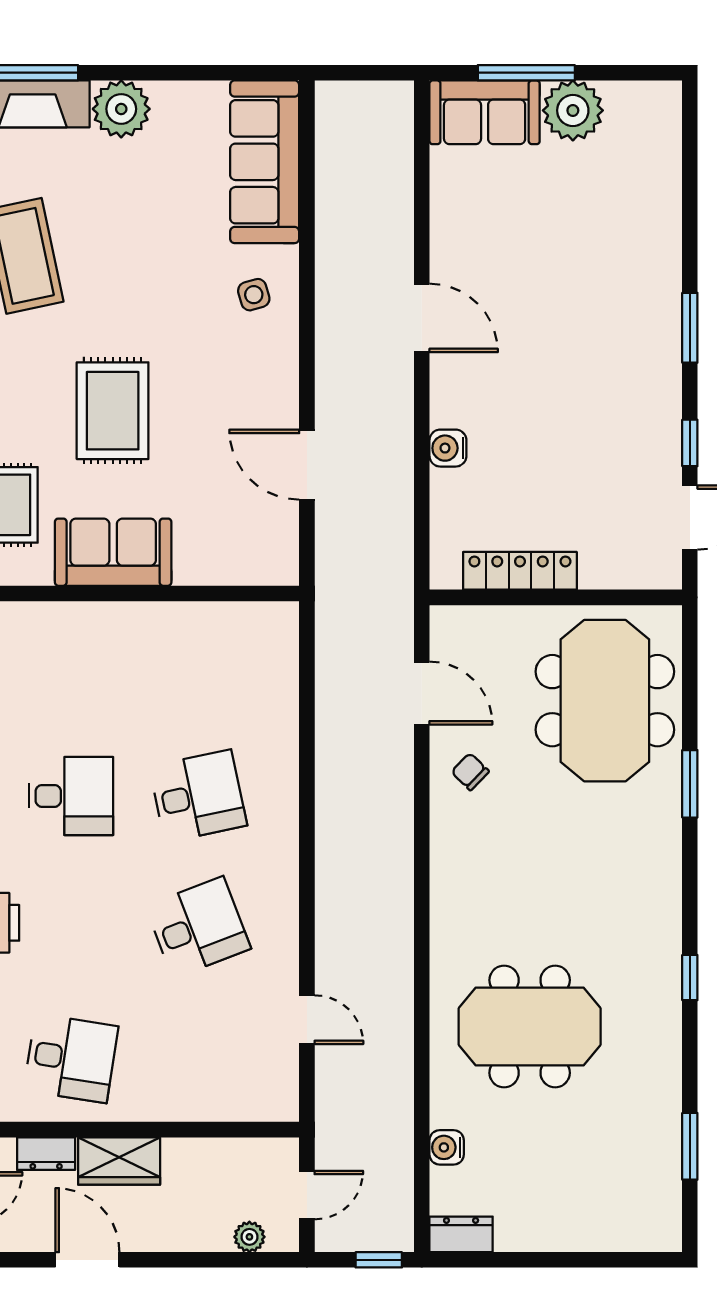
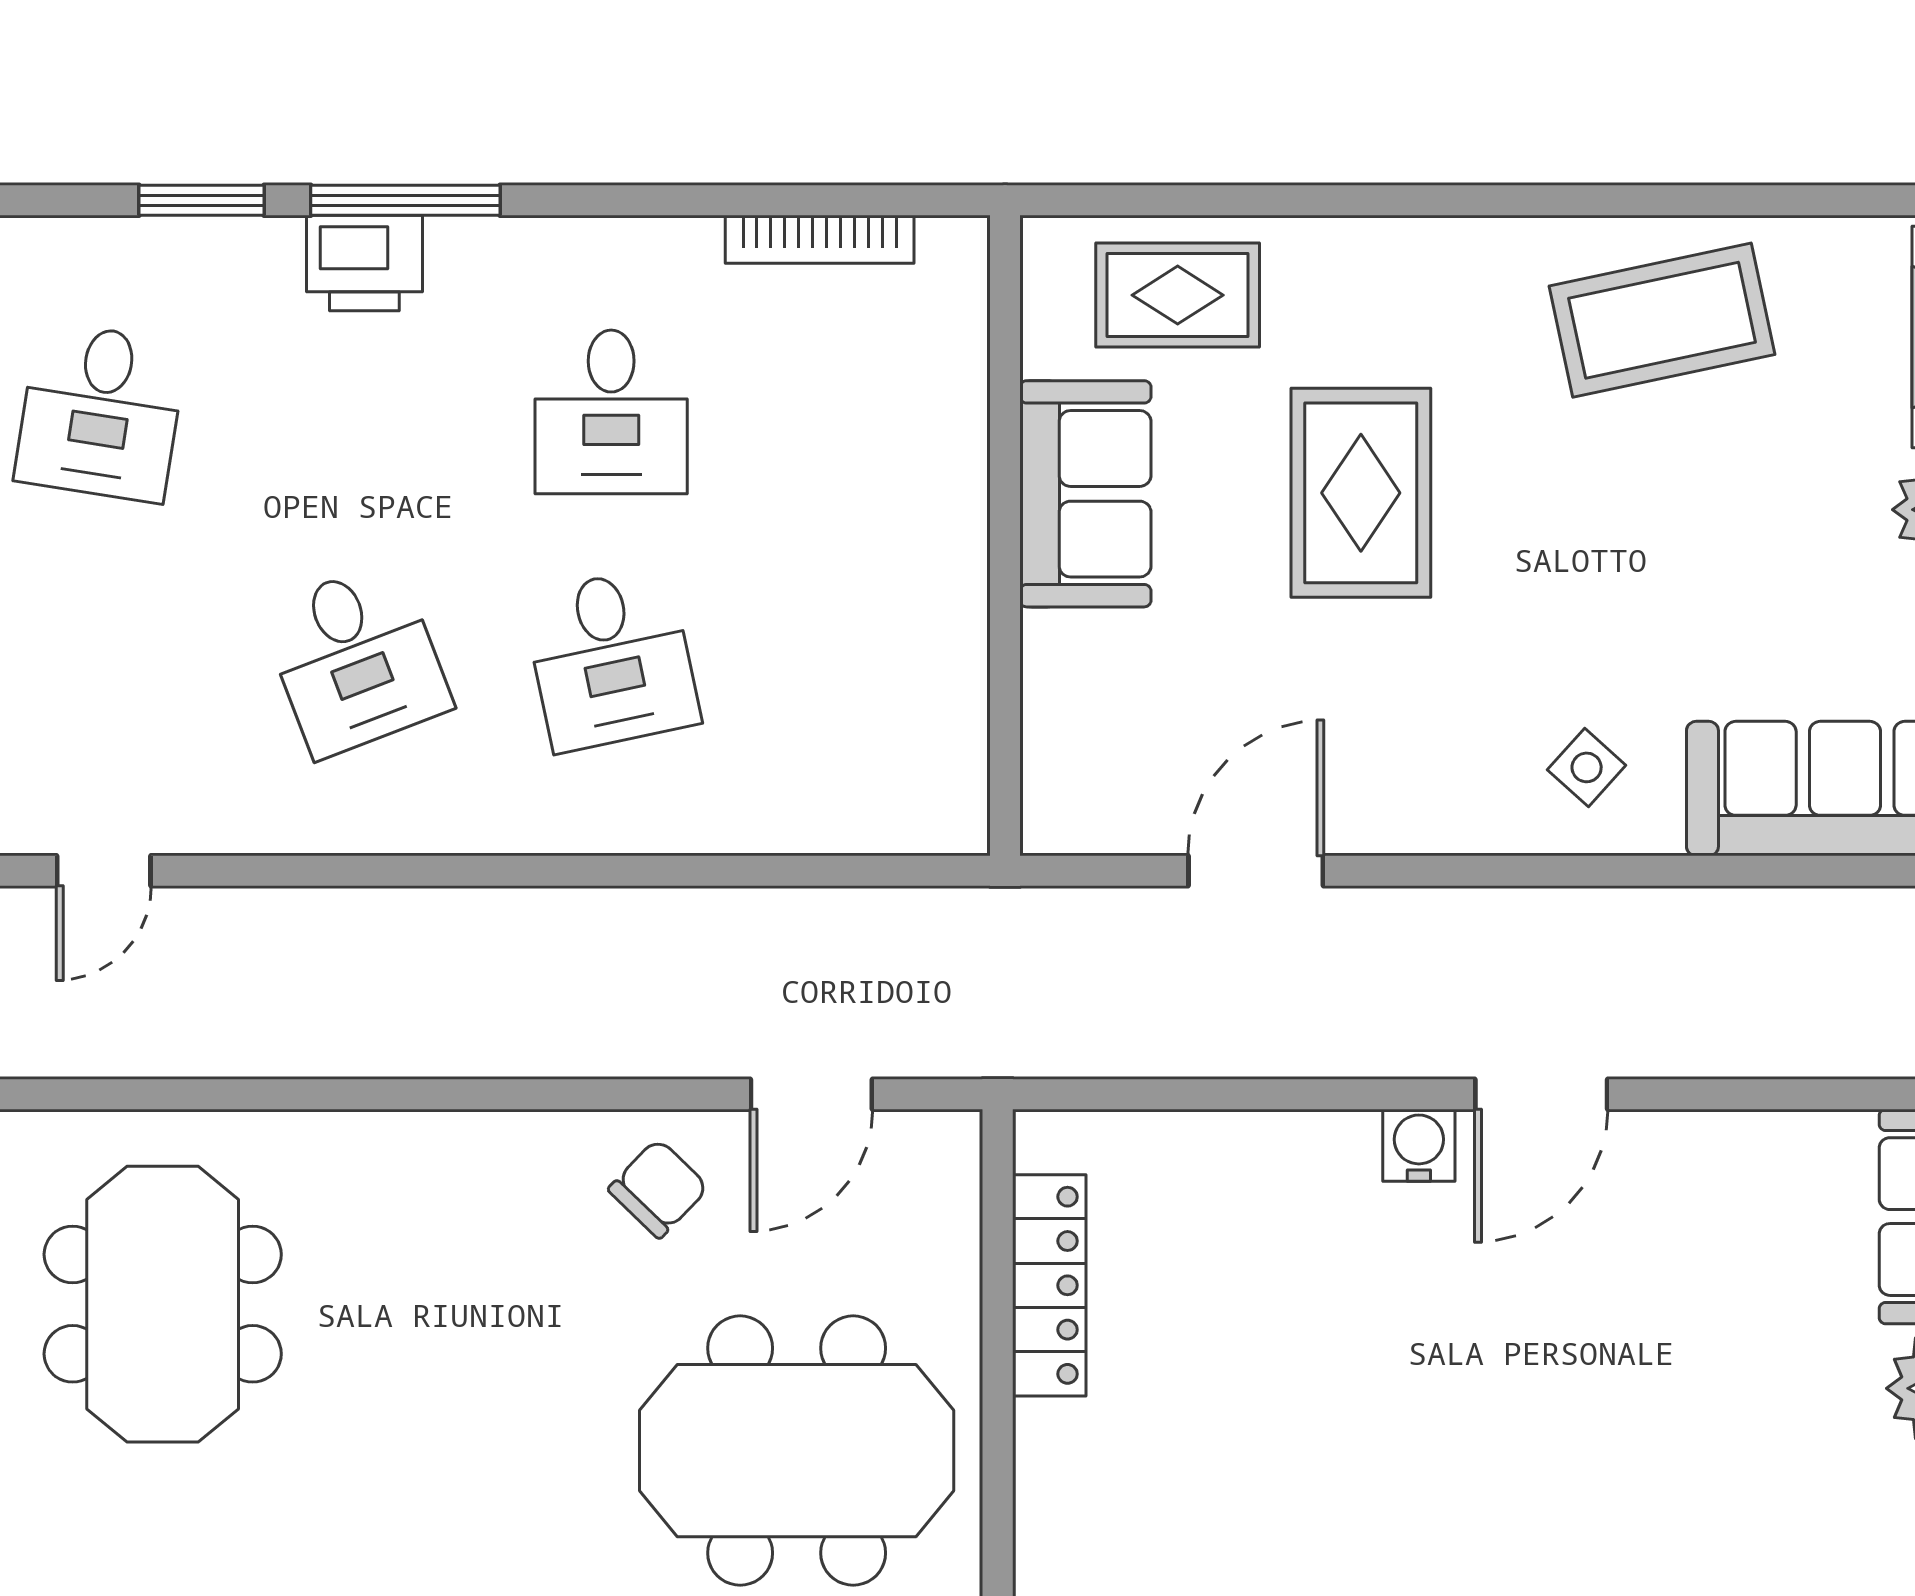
side table: (254, 295) -> (1587, 767), turned -32
rug: (113, 411) -> (1361, 493), turned 90
water cooler: (448, 448) -> (1419, 1145), moved
chair: (470, 772) -> (658, 1188), width x1.37, depth x1.37
door: (307, 1020) -> (104, 871), moved

